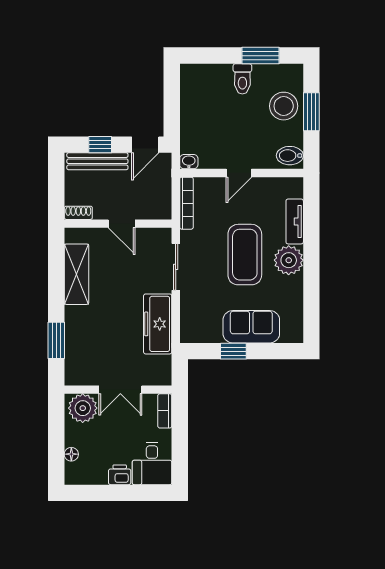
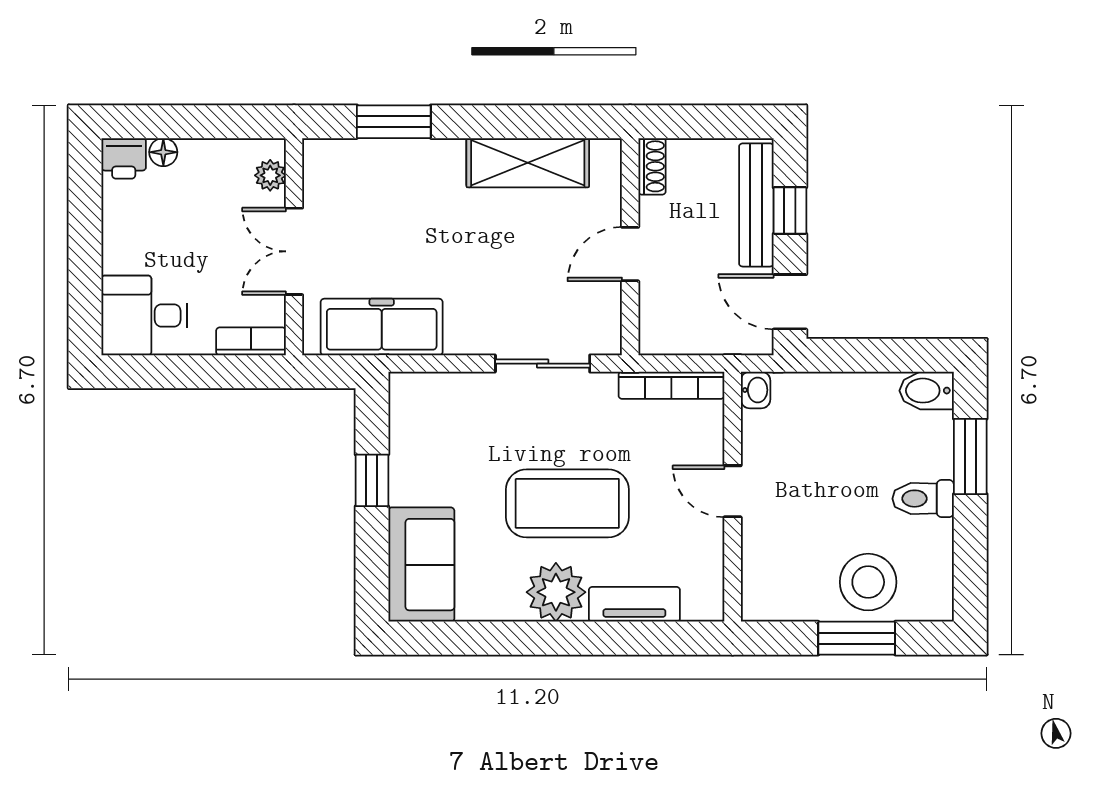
window: (261, 56) -> (970, 456), moved
bidet: (290, 156) -> (927, 391), moved, turned -90
freezer: (158, 324) -> (382, 327), moved
sofa: (251, 327) -> (421, 565), moved
plant: (83, 408) -> (270, 175), width x0.53, depth x0.53
printer: (120, 475) -> (124, 158), moved, turned 90

